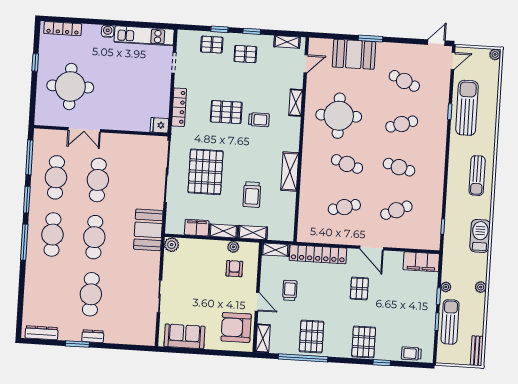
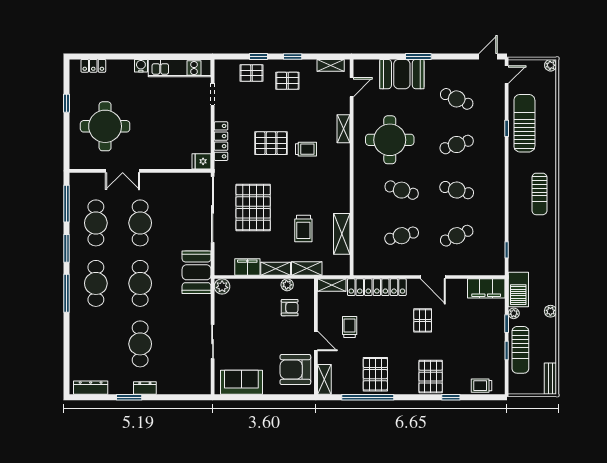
locker: (63, 29) -> (93, 66), width x0.66
shelving: (290, 172) -> (342, 234), moved
barbecue: (480, 236) -> (518, 289), moved, turned 180
armchair: (234, 269) -> (290, 308), turned 90
sun lounger: (450, 322) -> (520, 350), turned 180

